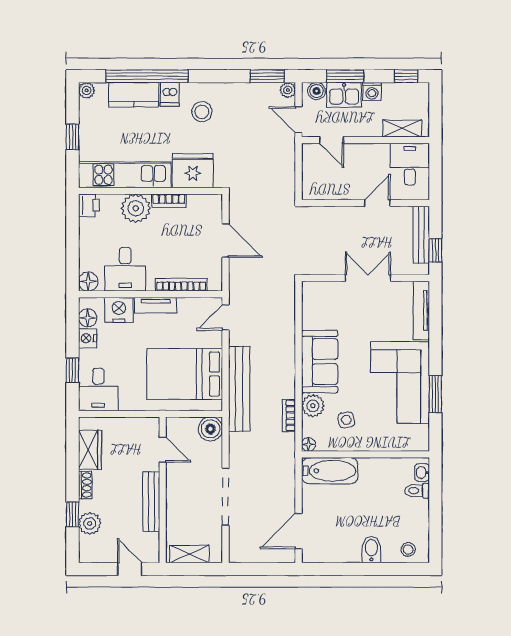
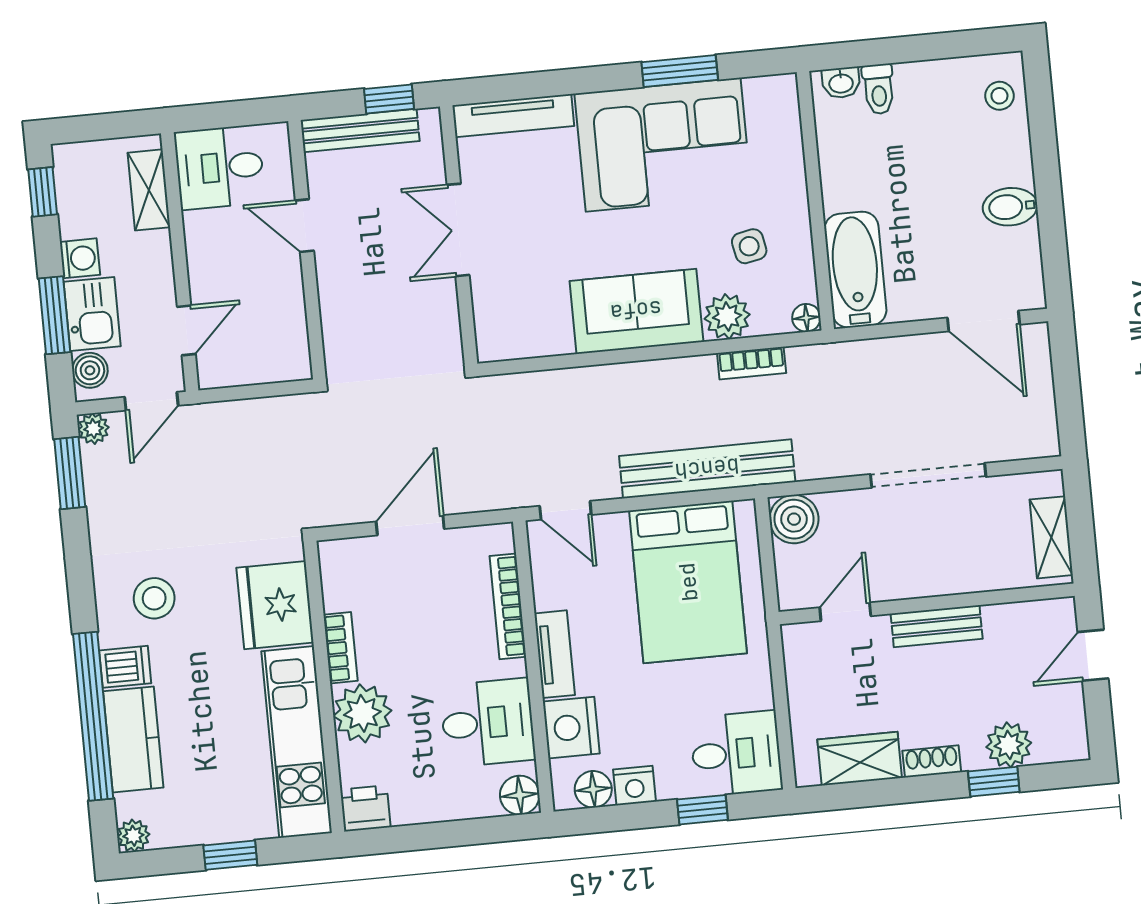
bench: (151, 502) -> (937, 626), width x0.73
bidet: (371, 549) -> (1010, 207), moved

